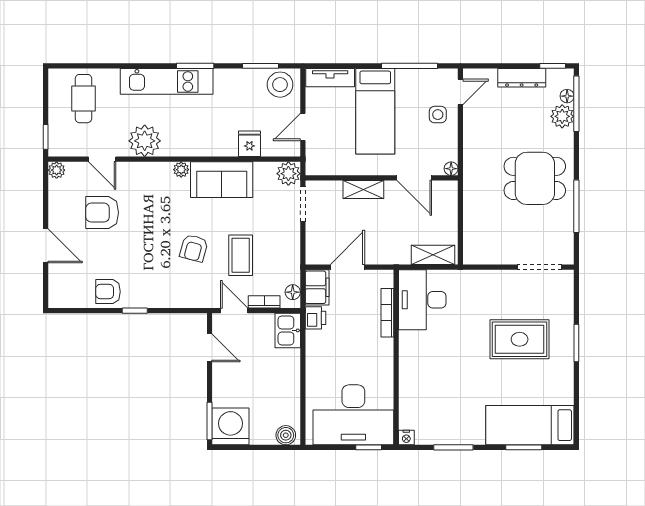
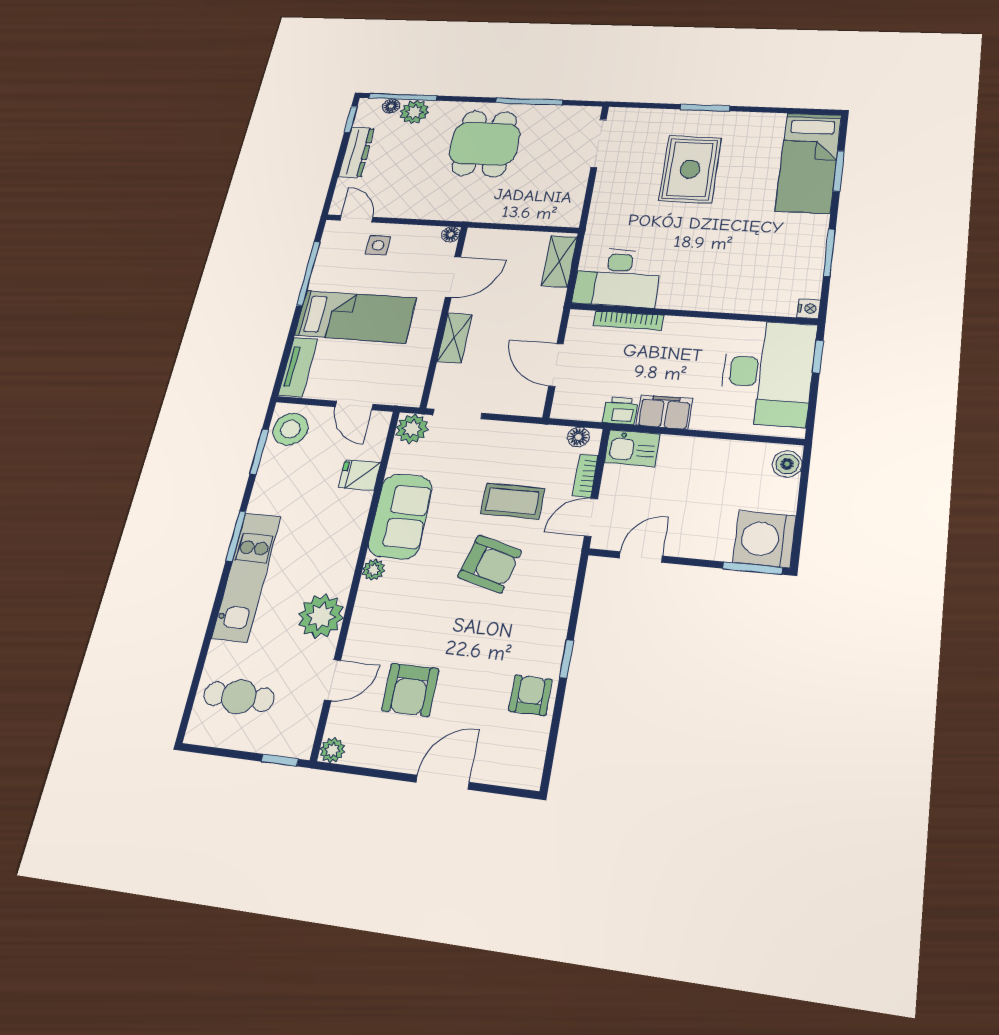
armchair: (194, 248) -> (490, 564), width x1.38, depth x1.38
filing cabinet: (317, 287) -> (664, 412), moved
armchair: (108, 292) -> (530, 695), turned 180

